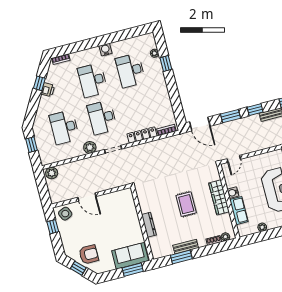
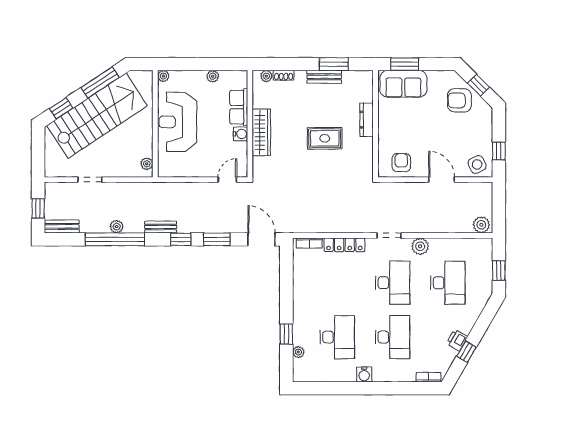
armchair: (118, 201) -> (401, 163), added
rug: (186, 204) -> (325, 138), moved, turned 90

